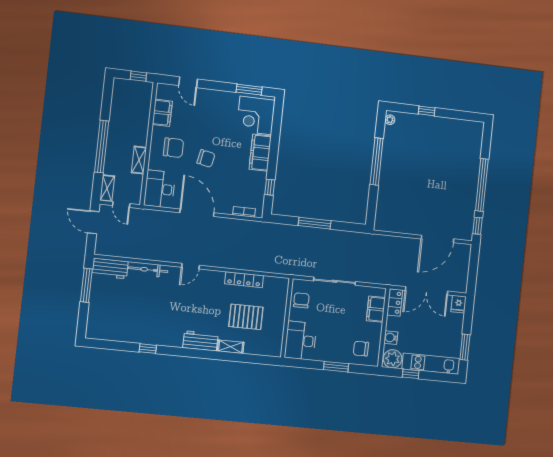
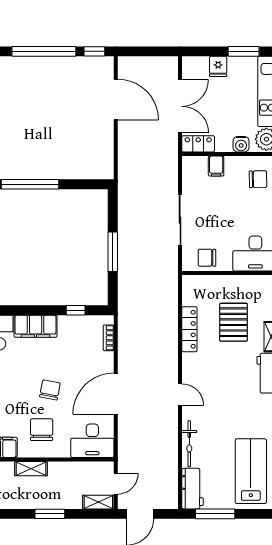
window: (102, 147) -> (50, 514), width x0.47
shelving: (139, 160) -> (31, 469), moved
fridge: (459, 304) -> (218, 66), moved, turned 90
filing cabinet: (376, 309) -> (216, 166), width x0.50
lab bench: (119, 319) -> (251, 471), added
chair: (361, 349) -> (258, 179), turned -91

